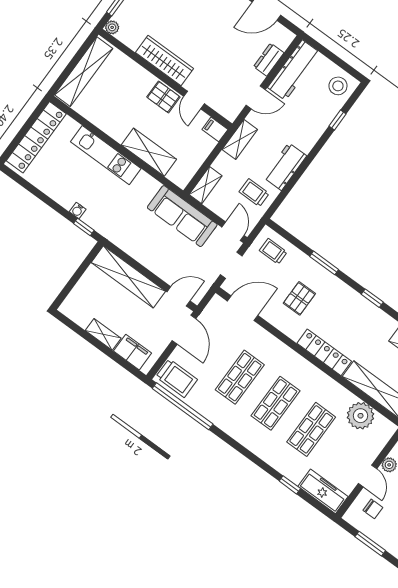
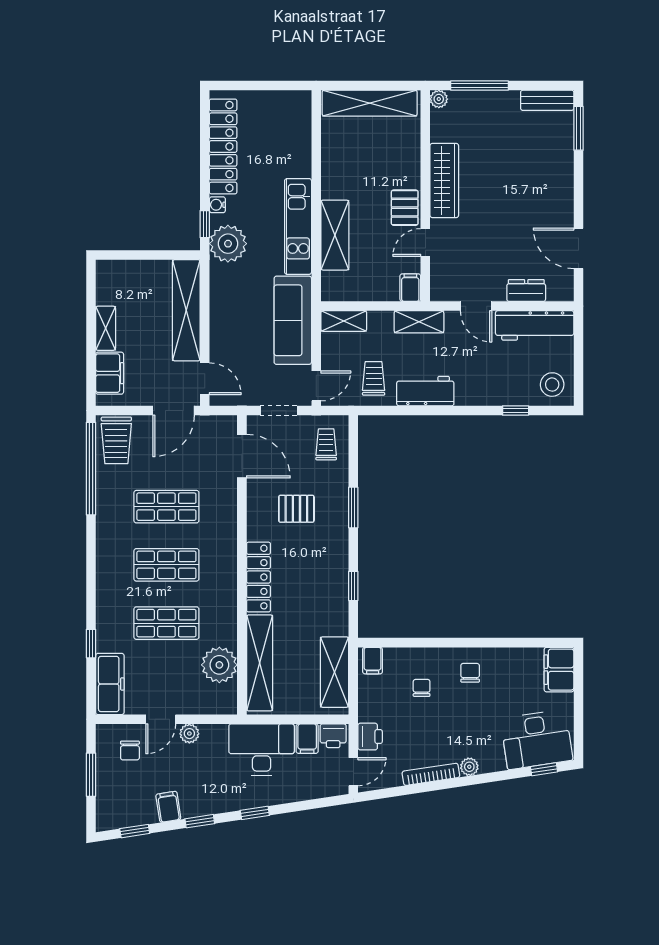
locker: (36, 137) -> (223, 146), moved, turned -90
kitchen unit: (106, 155) -> (298, 226), moved
plant: (106, 221) -> (228, 244), added

